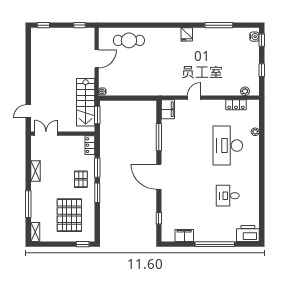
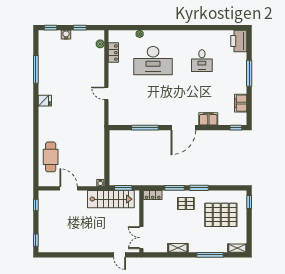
water cooler: (254, 37) -> (66, 35), moved
filing cabinet: (168, 109) -> (208, 119), moved
window: (159, 218) -> (236, 128), moved
window: (215, 244) -> (249, 73), width x0.68

